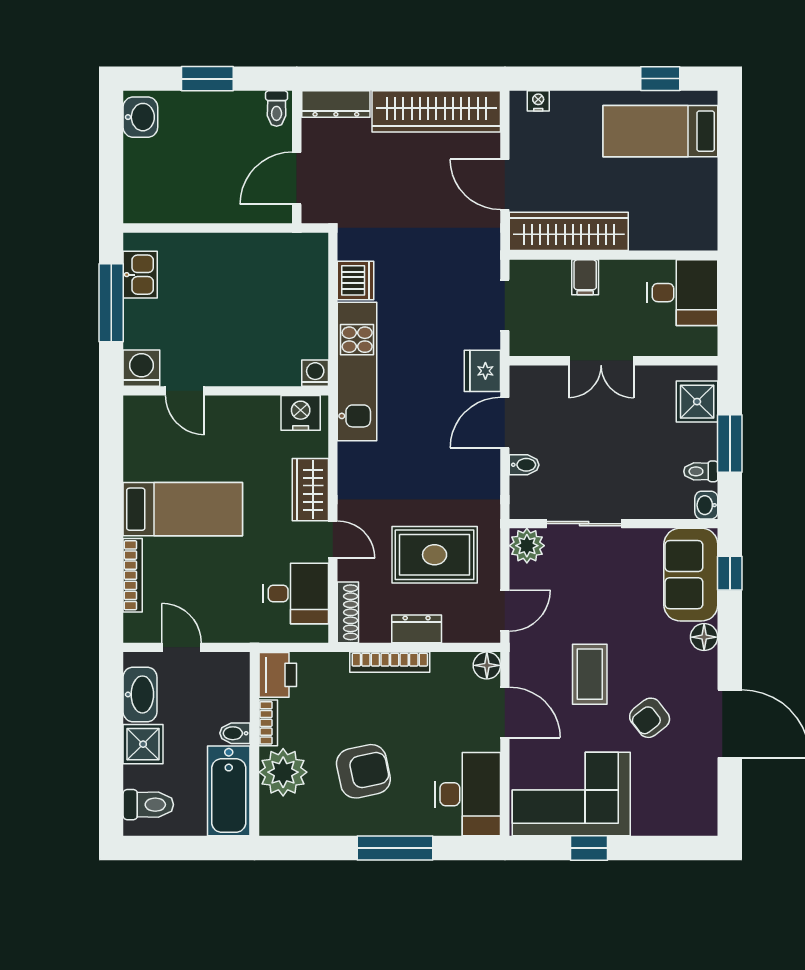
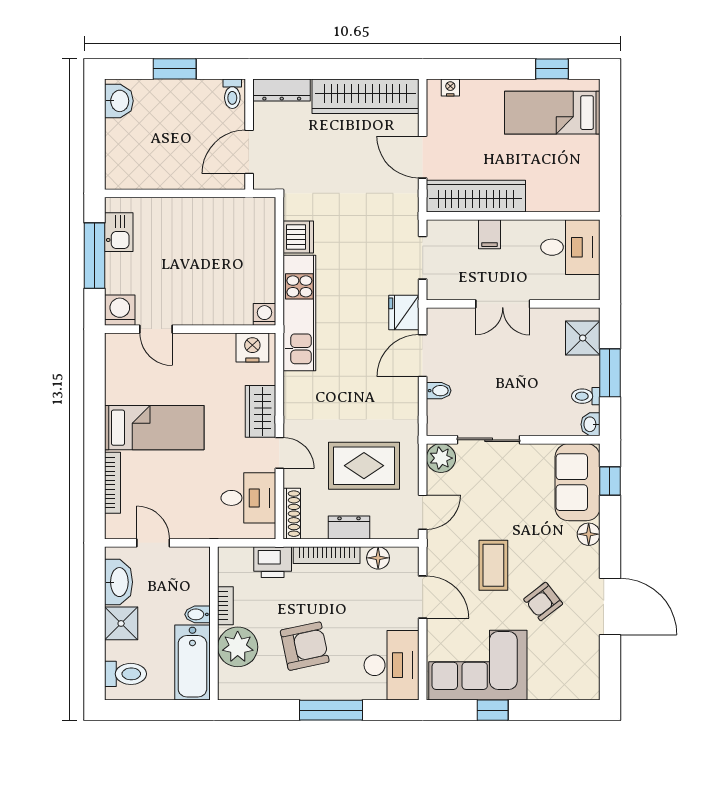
floor lamp: (487, 665) -> (378, 558), moved
printer: (278, 675) -> (273, 562), moved, turned 90

